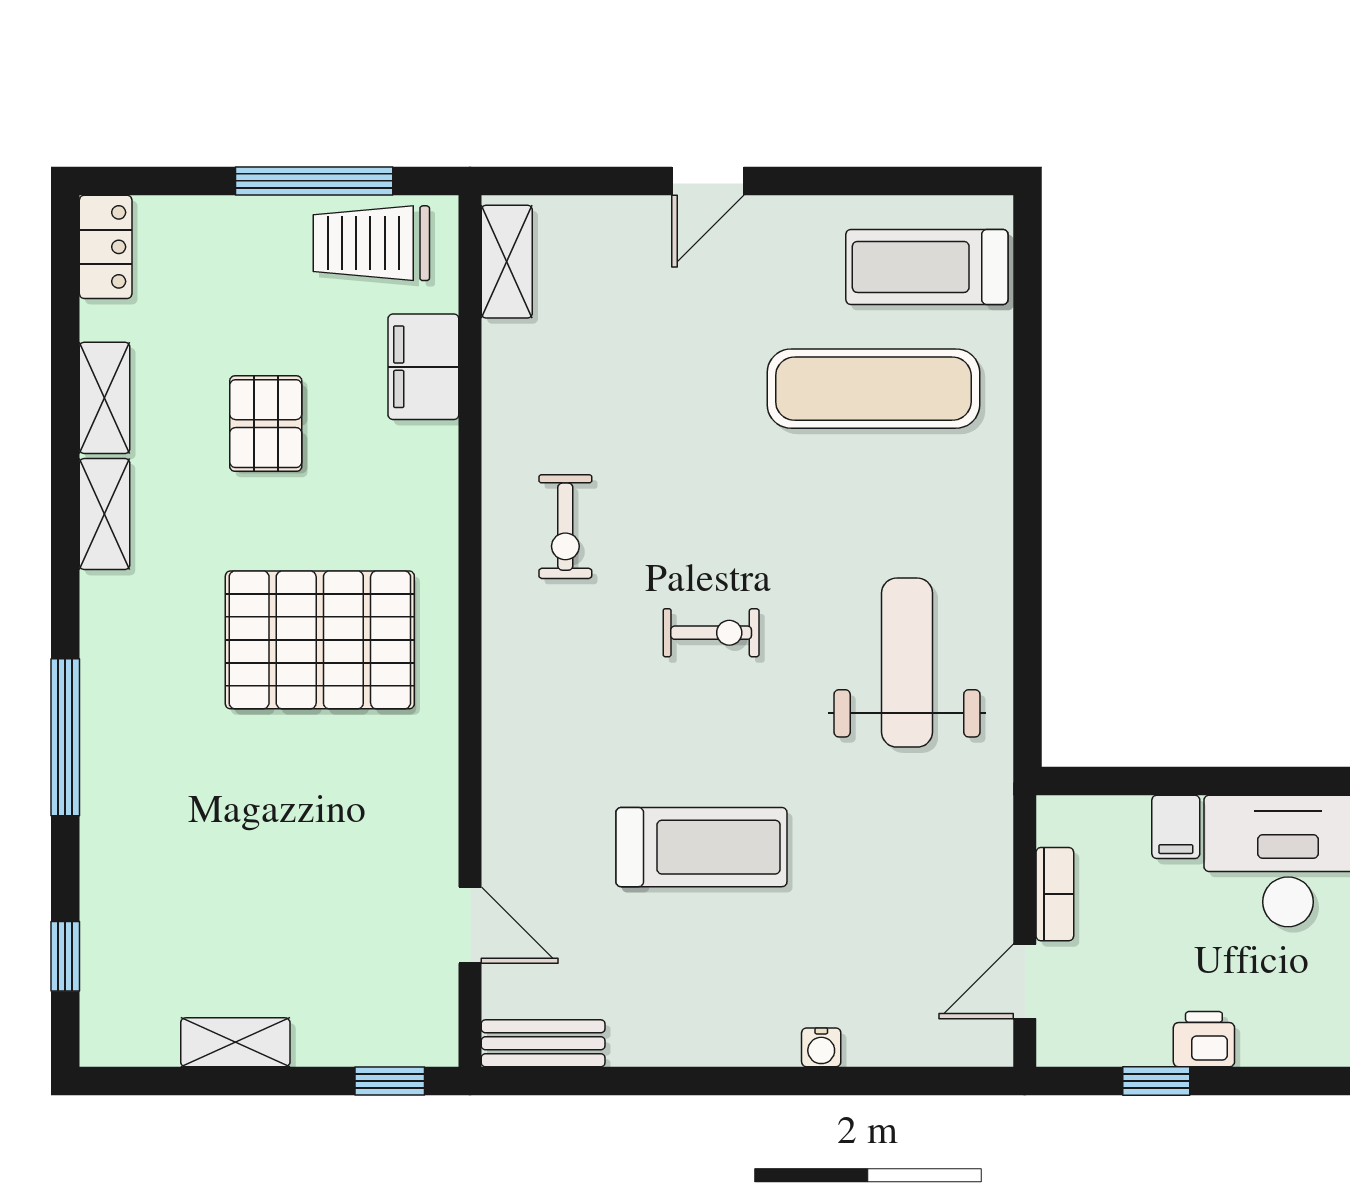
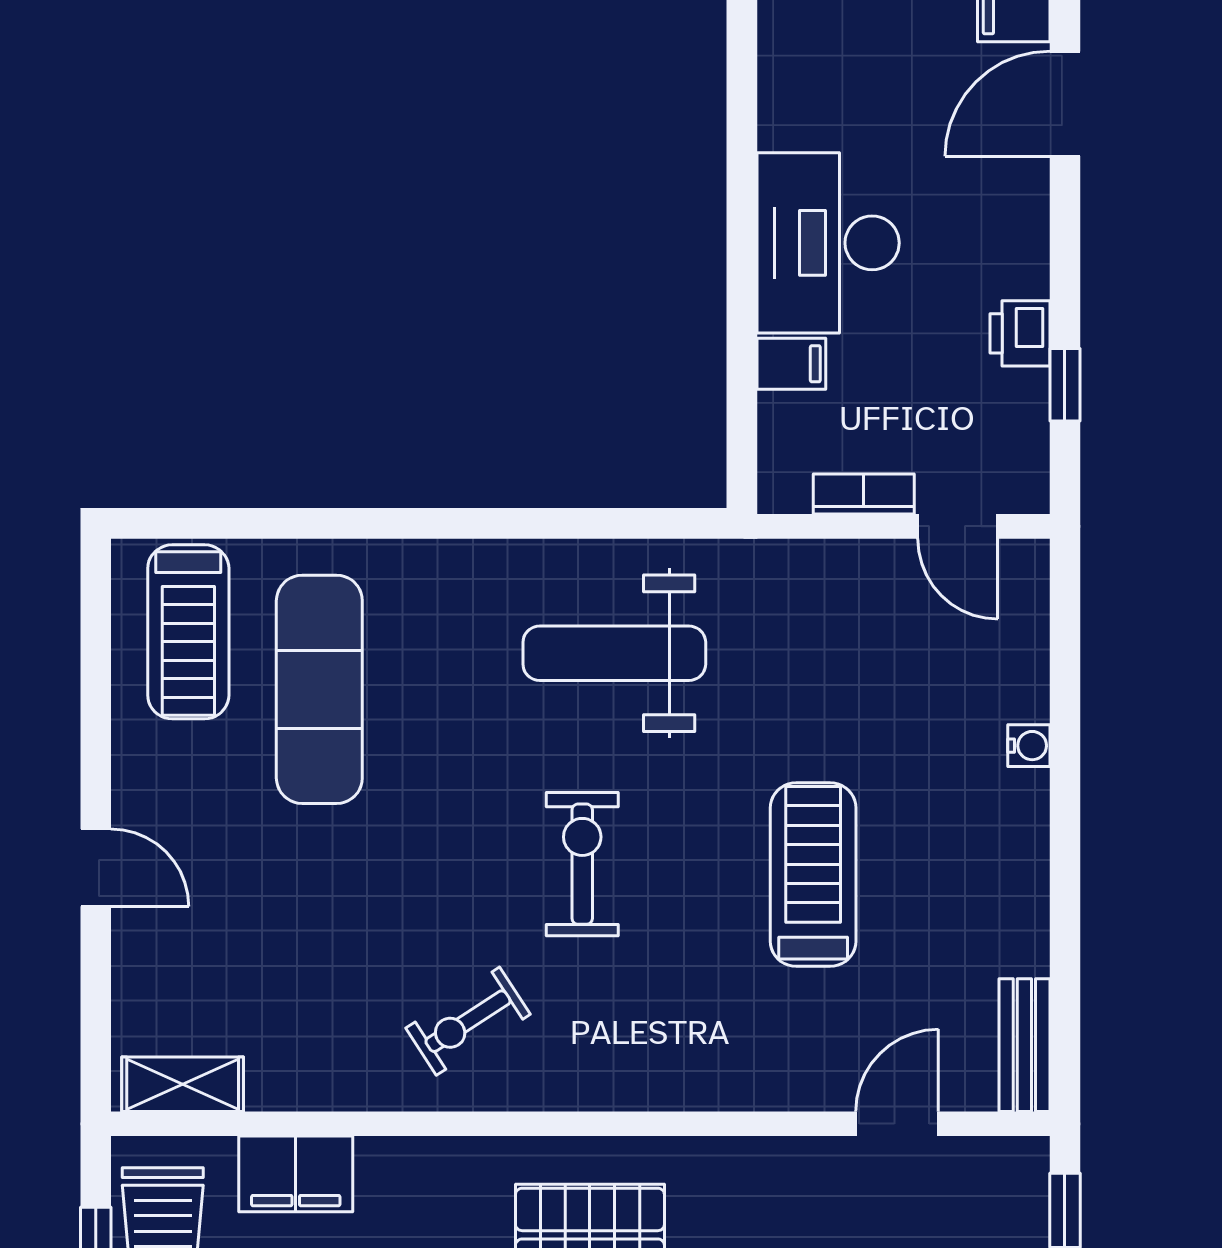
exercise bike: (565, 527) -> (468, 1021), turned 147
exercise bike: (711, 633) -> (582, 864), width x1.38, depth x1.39

